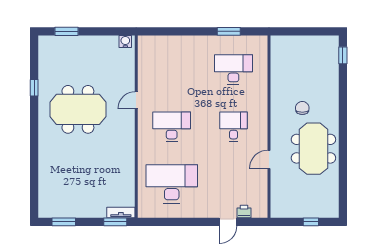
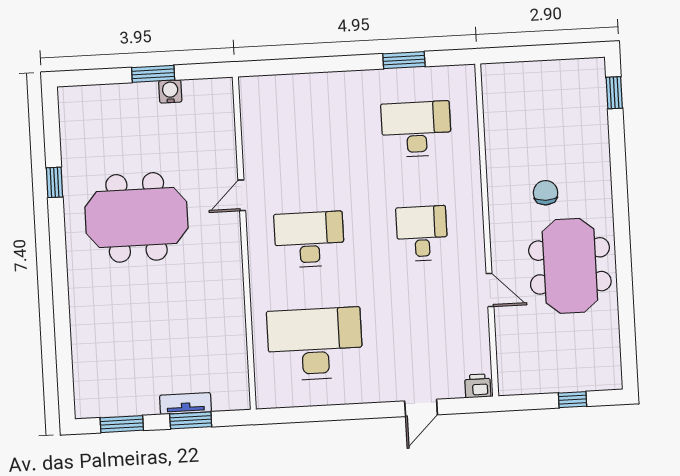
window: (66, 31) -> (153, 74), moved
water cooler: (125, 41) -> (170, 91), moved
door: (269, 160) -> (490, 290), swing flipped
printer: (244, 212) -> (478, 386), moved
tv unit: (121, 213) -> (185, 403), moved
window: (115, 222) -> (191, 420), moved

